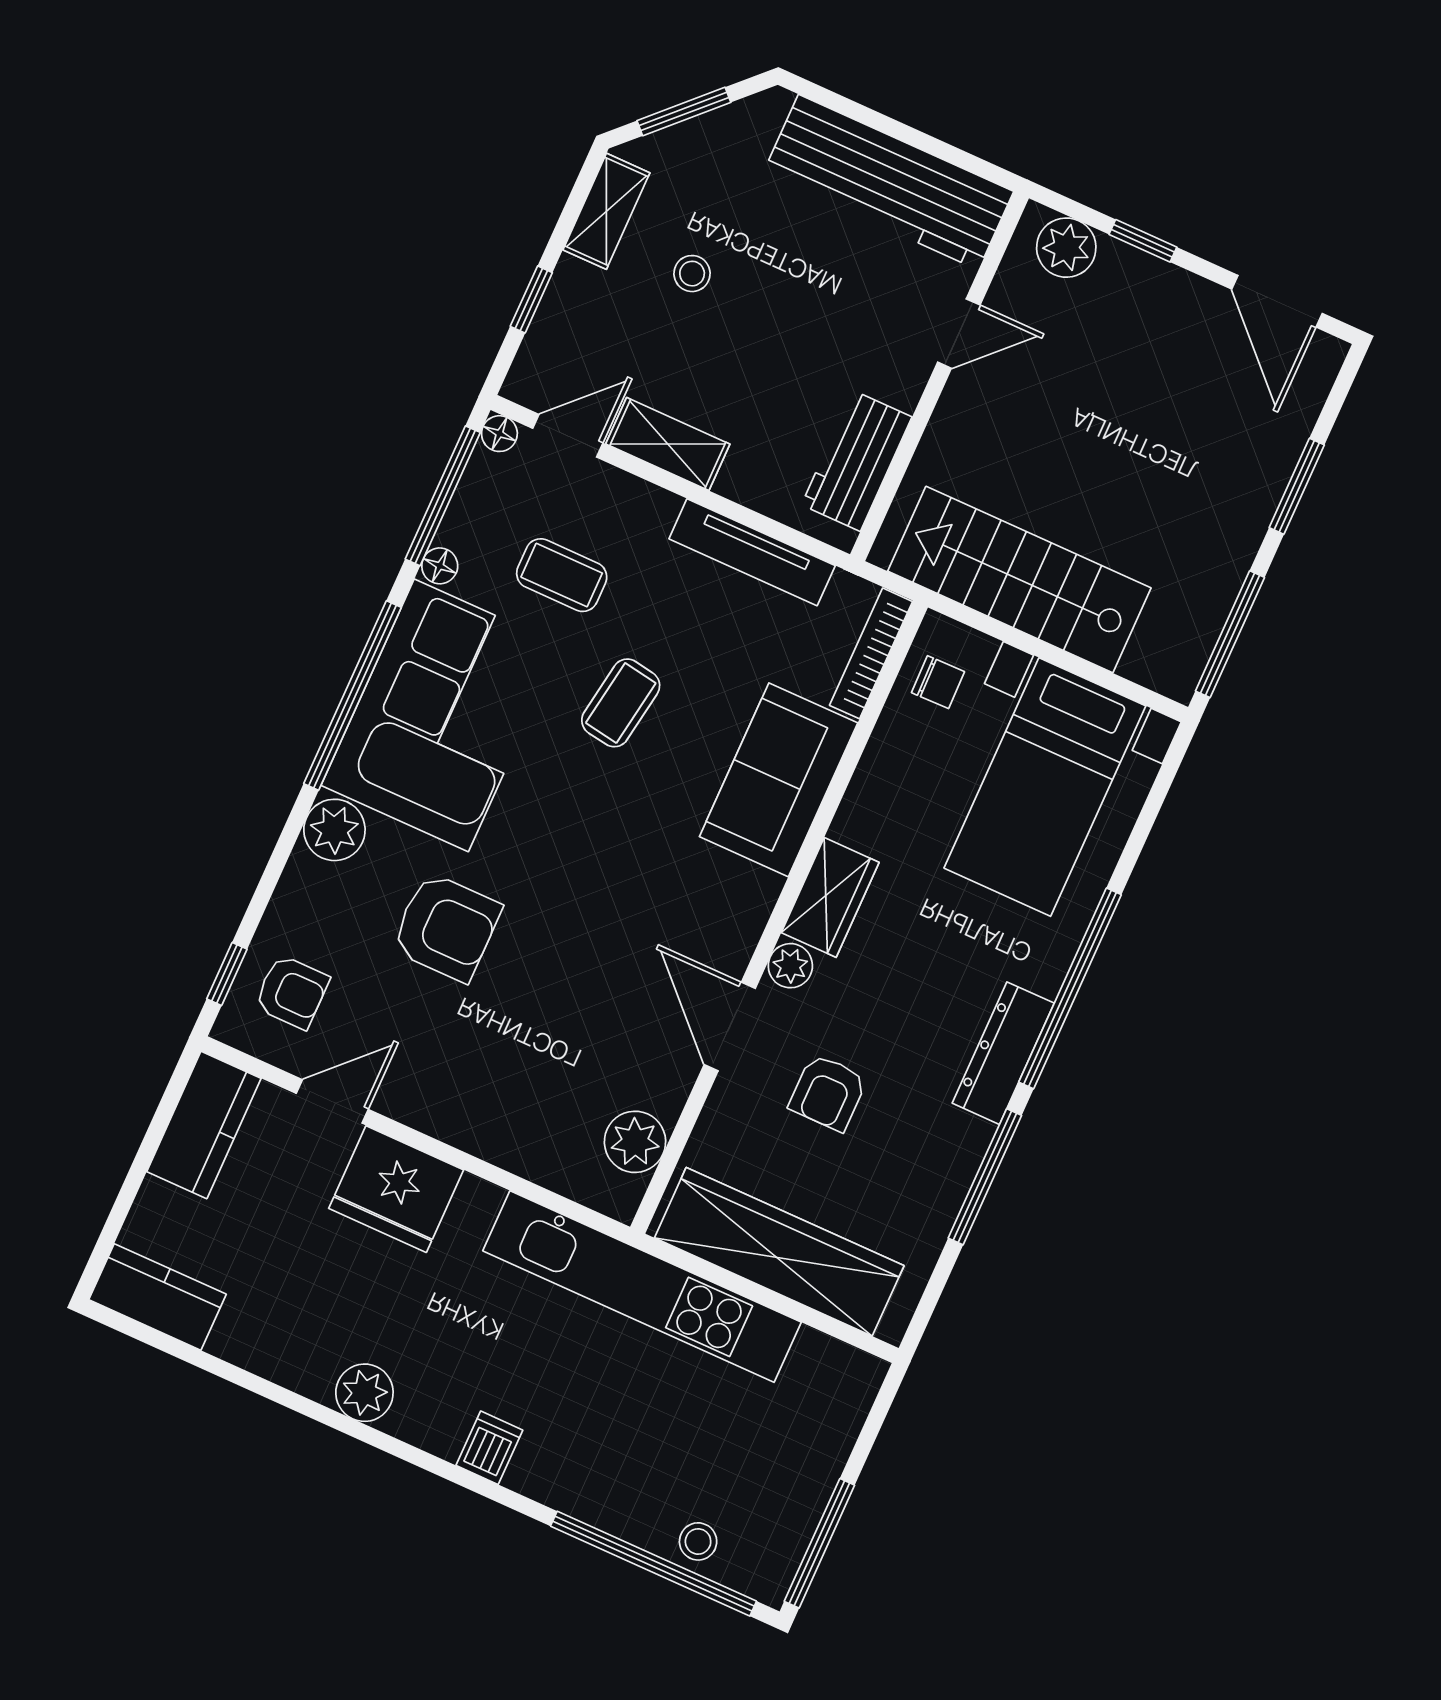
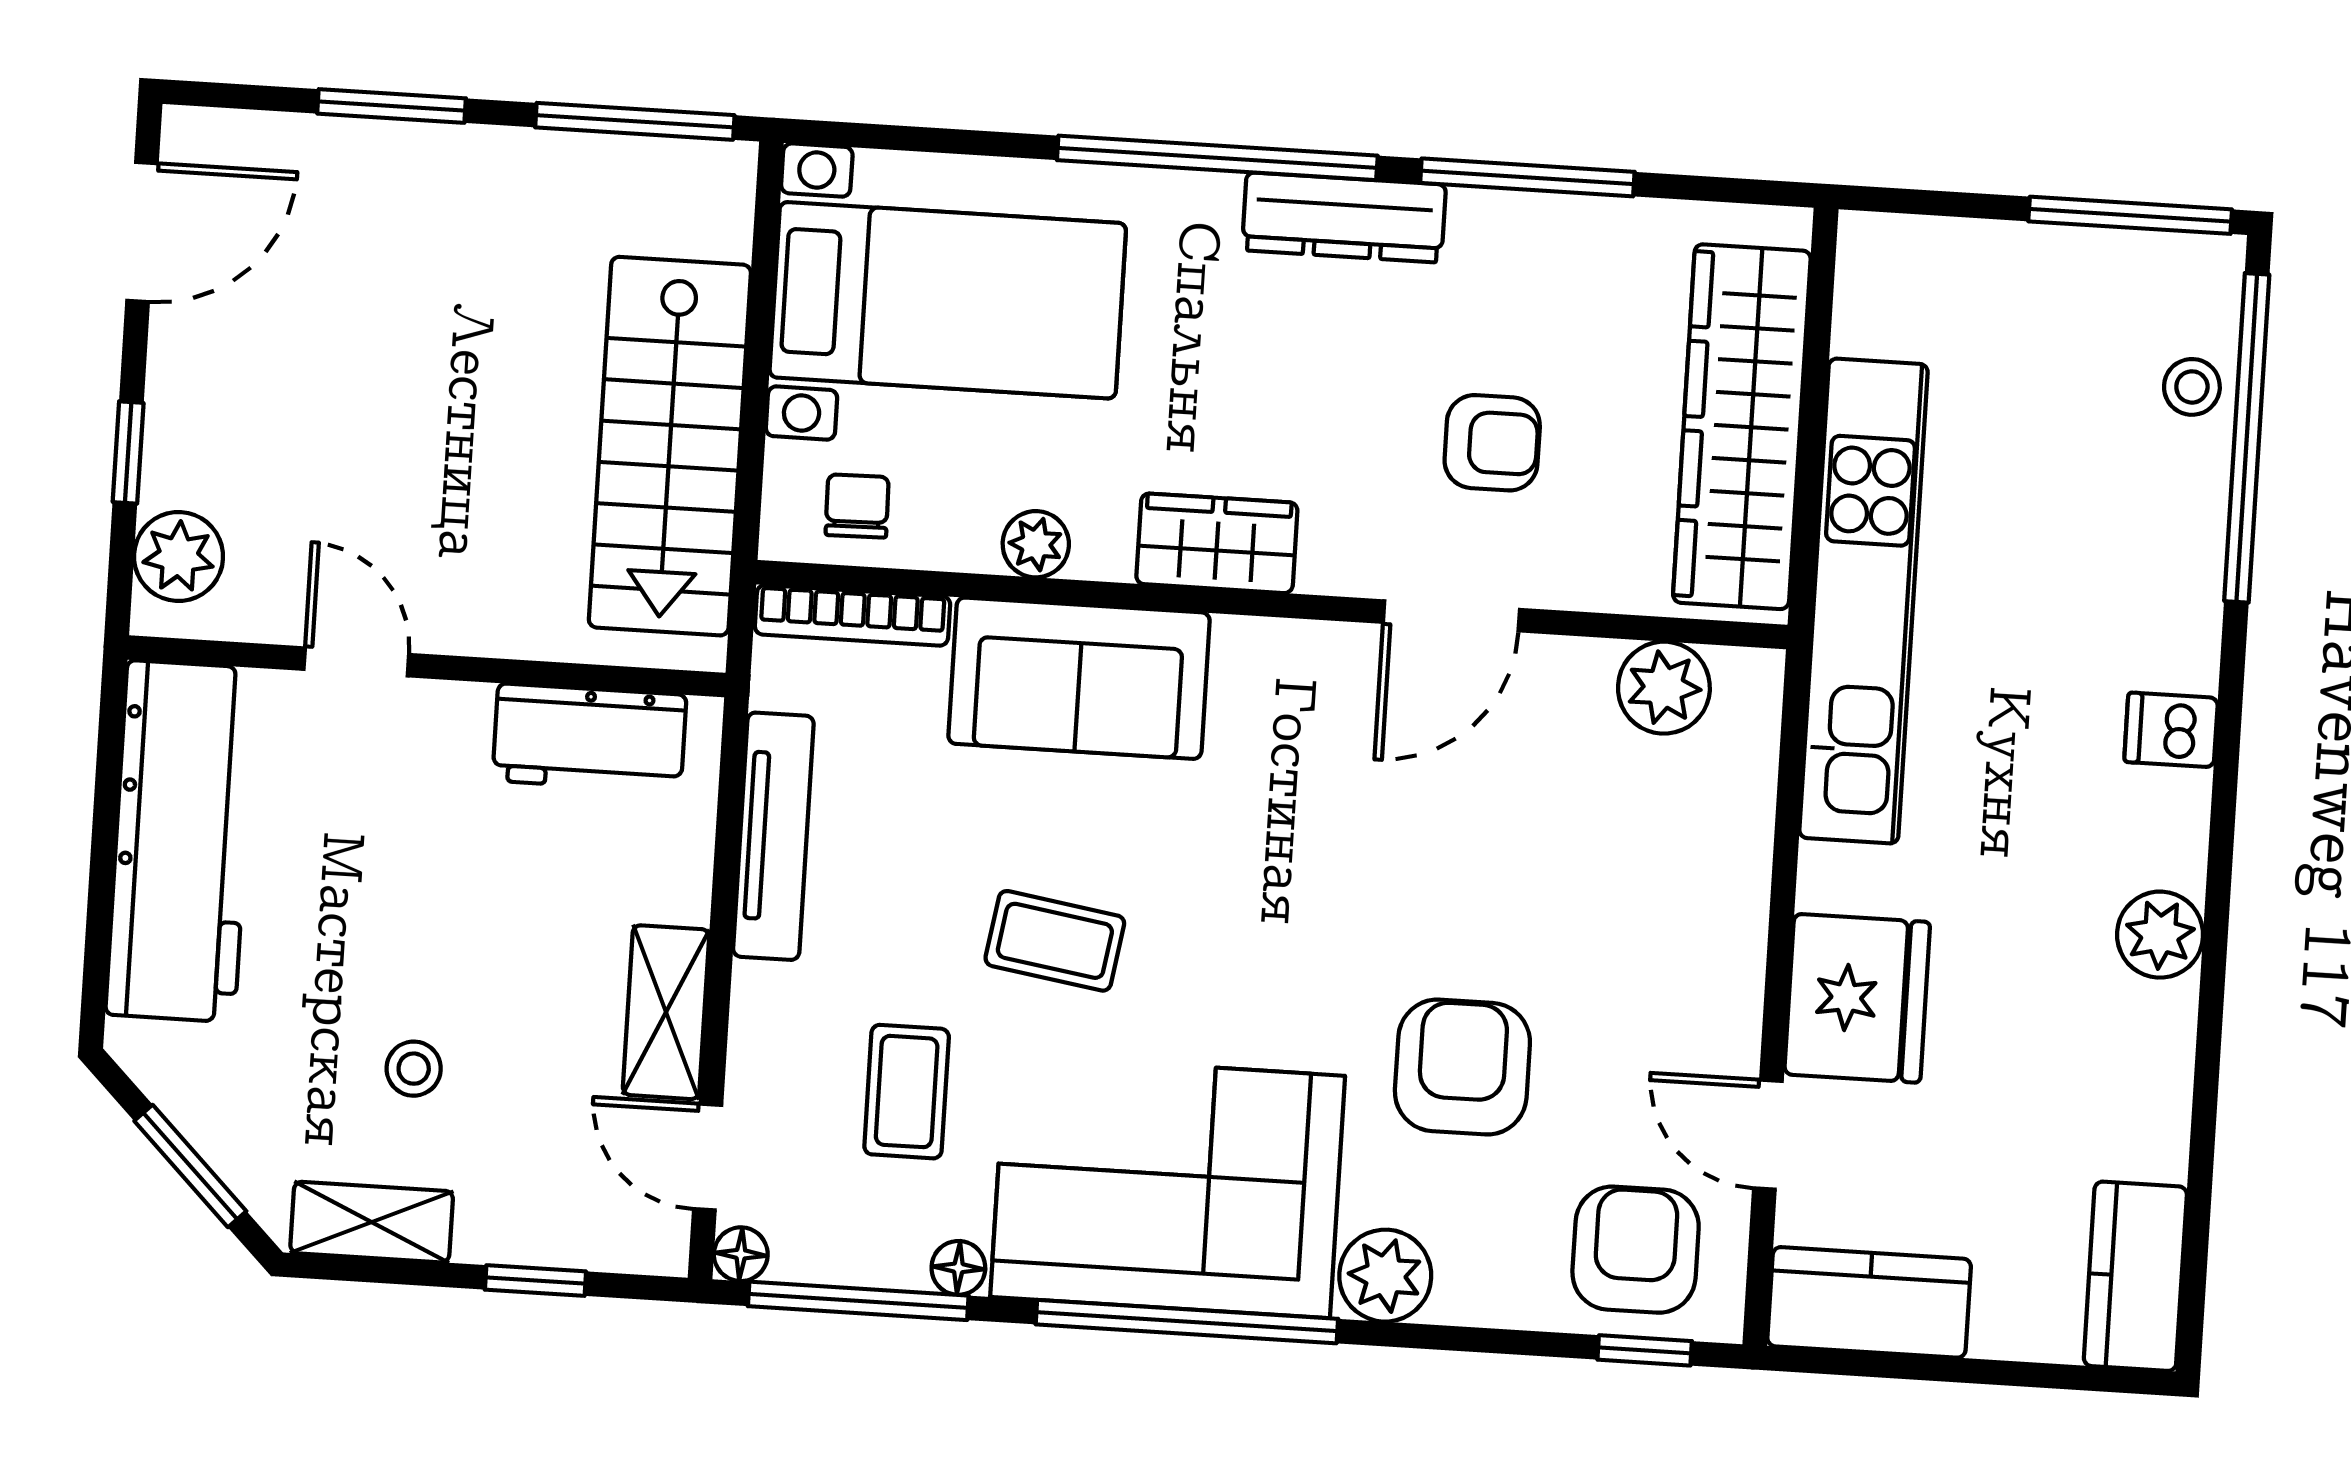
plant: (790, 966) -> (1036, 544), moved
armchair: (292, 992) -> (1636, 1250), width x1.38, depth x1.38

